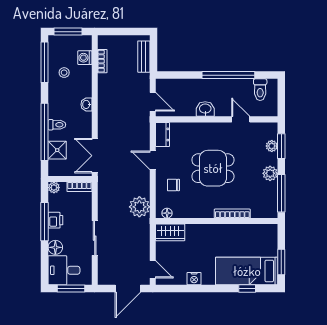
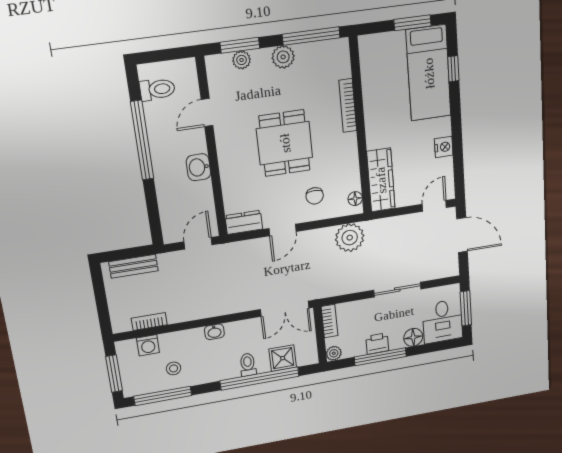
wardrobe: (170, 232) -> (381, 180), width x1.50

